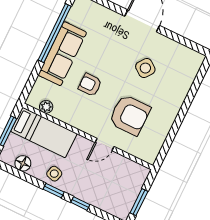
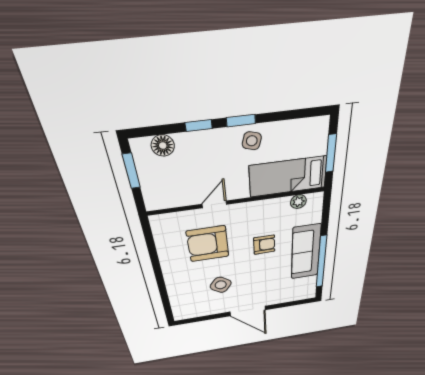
floor lamp: (23, 163) -> (163, 146), moved

